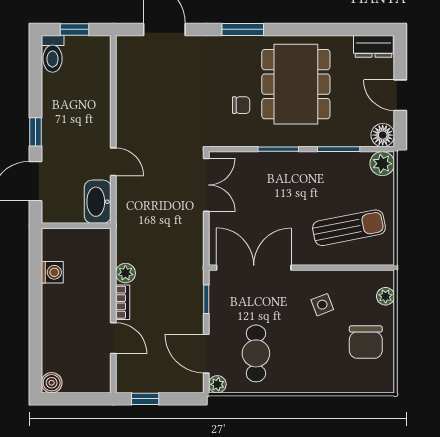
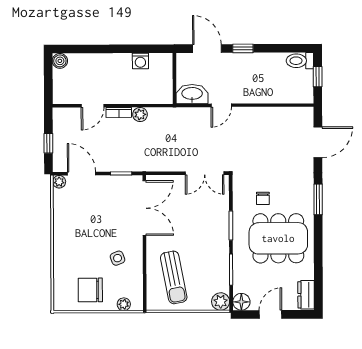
cafe table: (256, 353) -> (82, 210), removed
door: (206, 354) -> (82, 174), hinge flipped
window: (145, 399) -> (48, 143), moved

